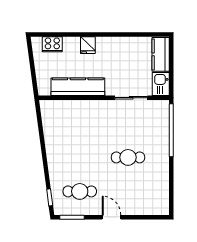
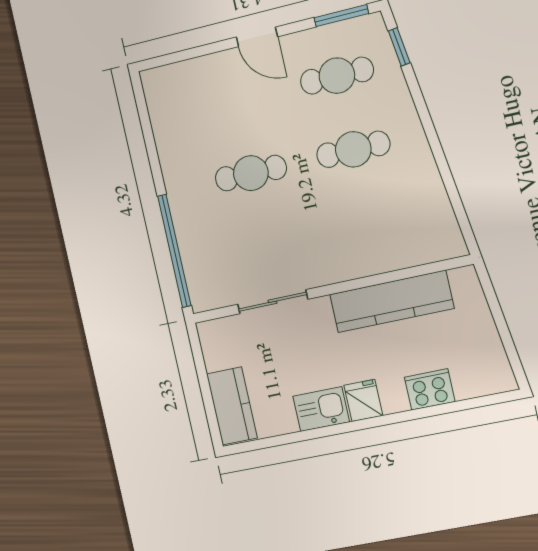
cooker: (52, 44) -> (430, 389), moved
fridge: (88, 45) -> (363, 400), moved
kitchen sink: (161, 84) -> (321, 409), moved, turned -90
cafe table: (80, 157) -> (353, 149), added

